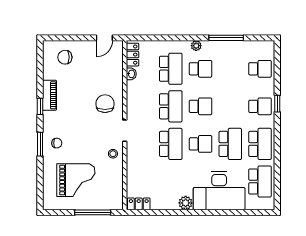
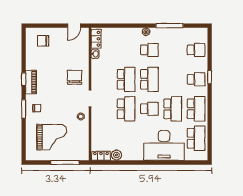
school desk: (171, 69) -> (126, 50), removed
piano: (50, 95) -> (31, 82), moved
school desk: (200, 106) -> (149, 79), width x1.85
plant: (186, 203) -> (116, 155), moved

